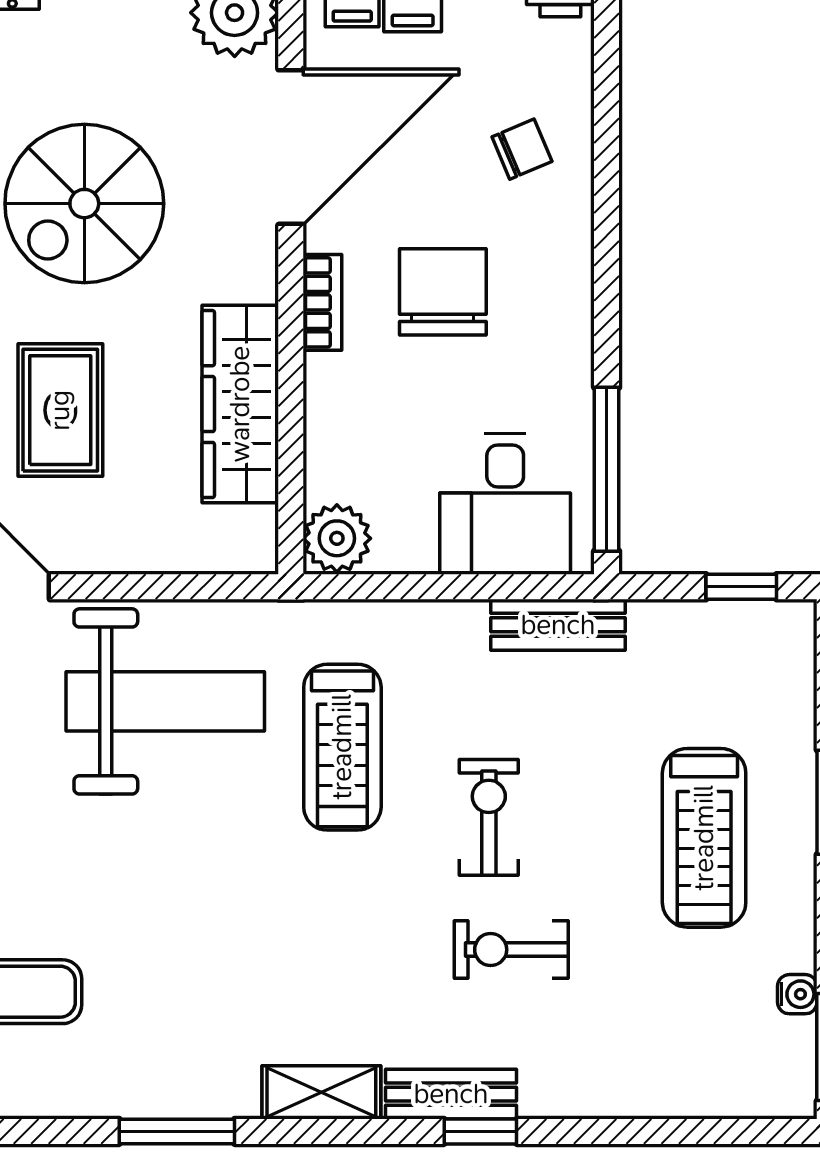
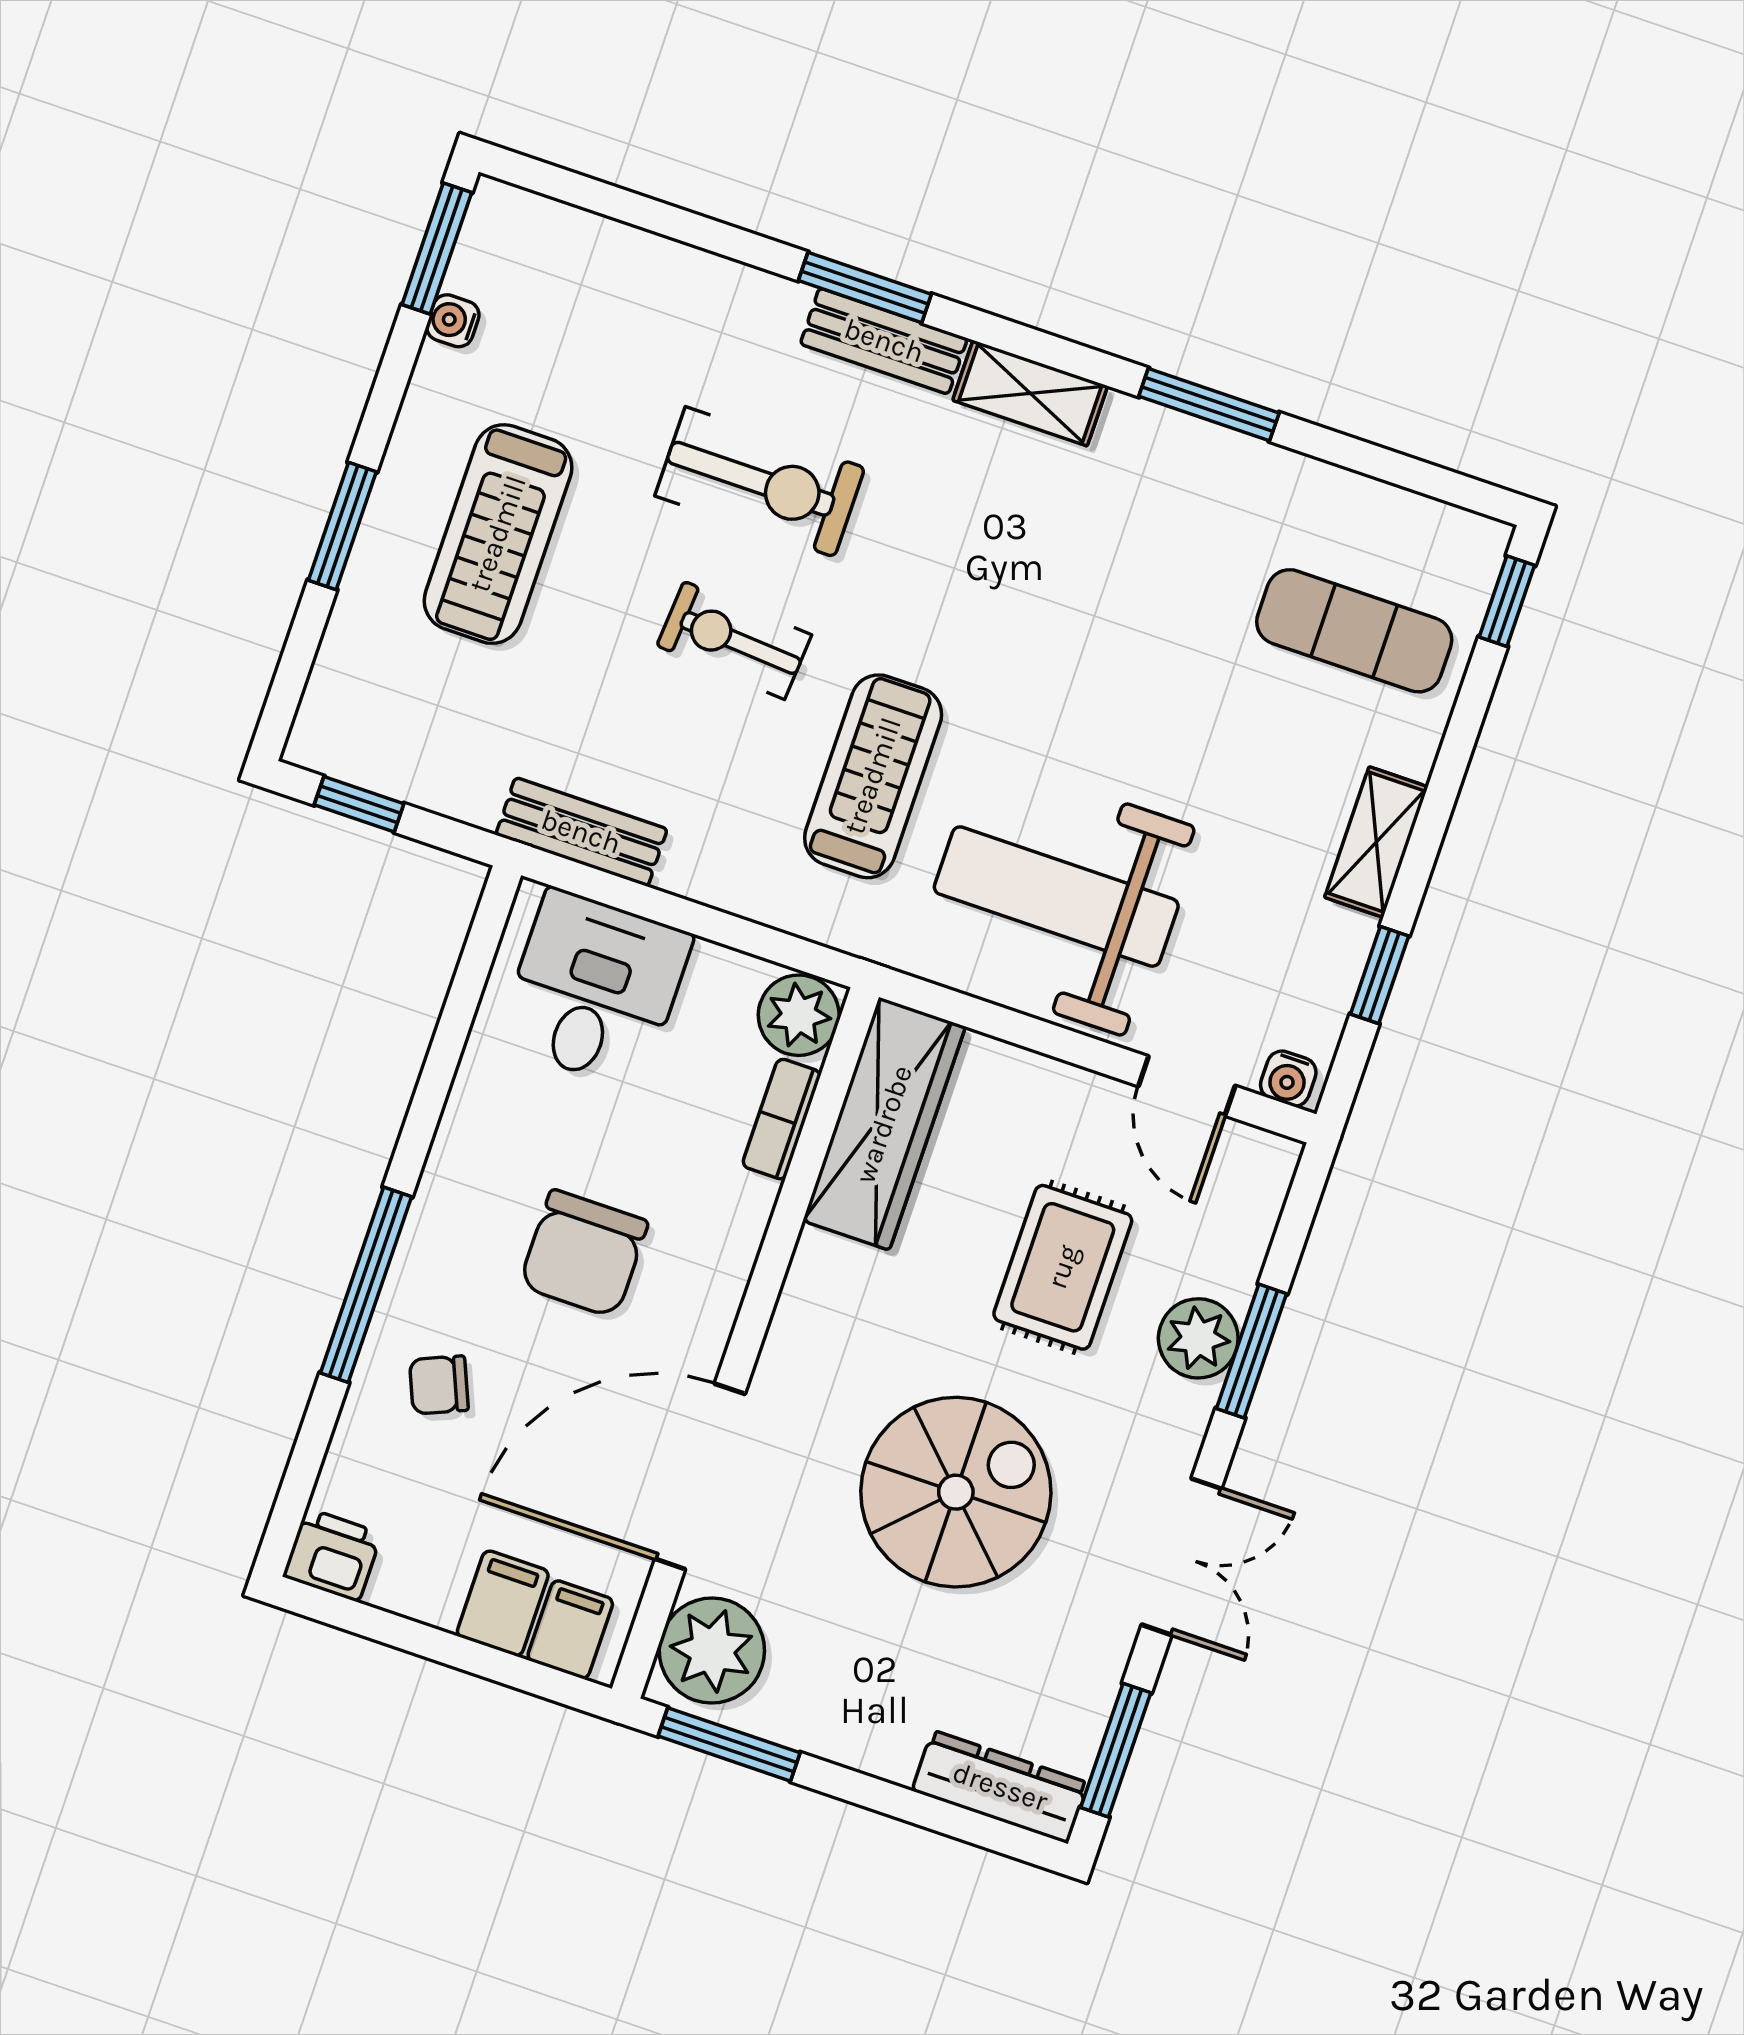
bookcase: (322, 302) -> (782, 1119), moved
wardrobe: (240, 404) -> (884, 1124), moved
window: (607, 469) -> (366, 1285), moved
exercise bike: (489, 817) -> (734, 640), turned 94
treadmill: (704, 838) -> (498, 534), turned 180
exercise bike: (511, 950) -> (760, 482), width x1.38, depth x1.39
window: (480, 1131) -> (865, 287), width x1.50

